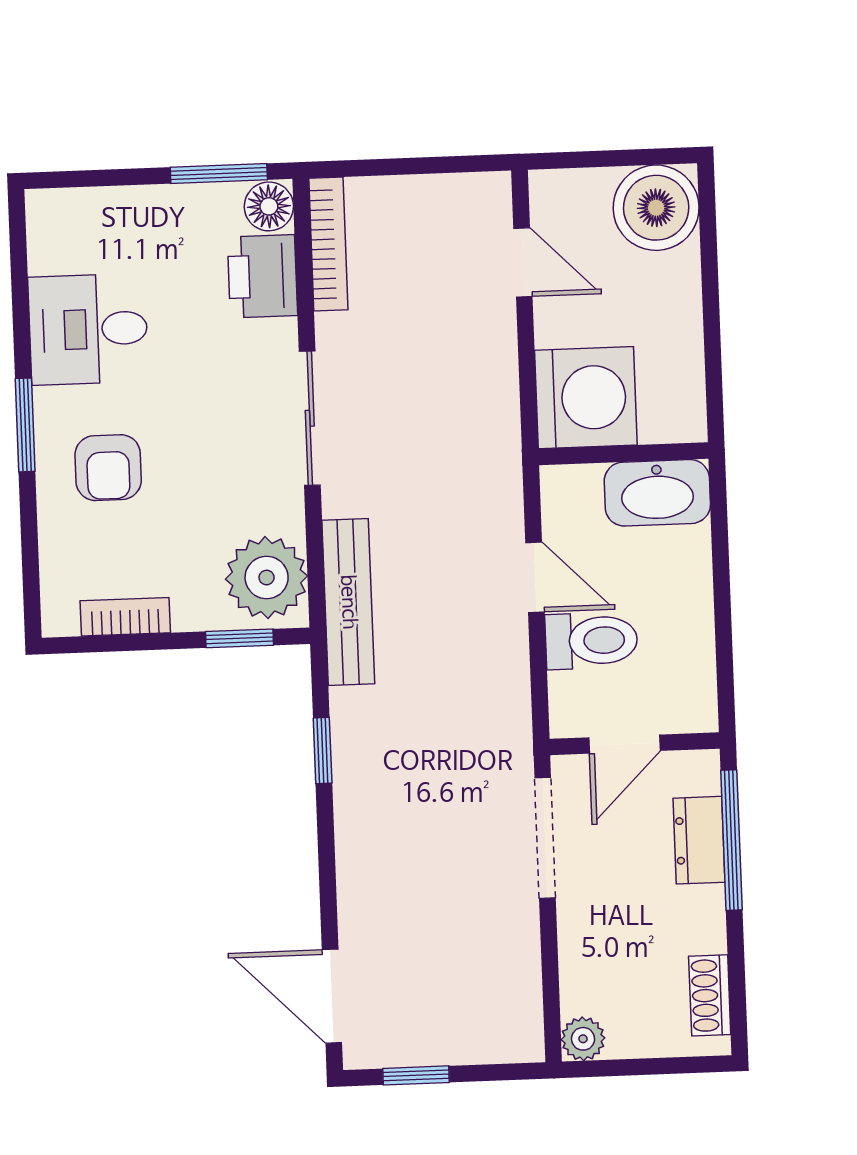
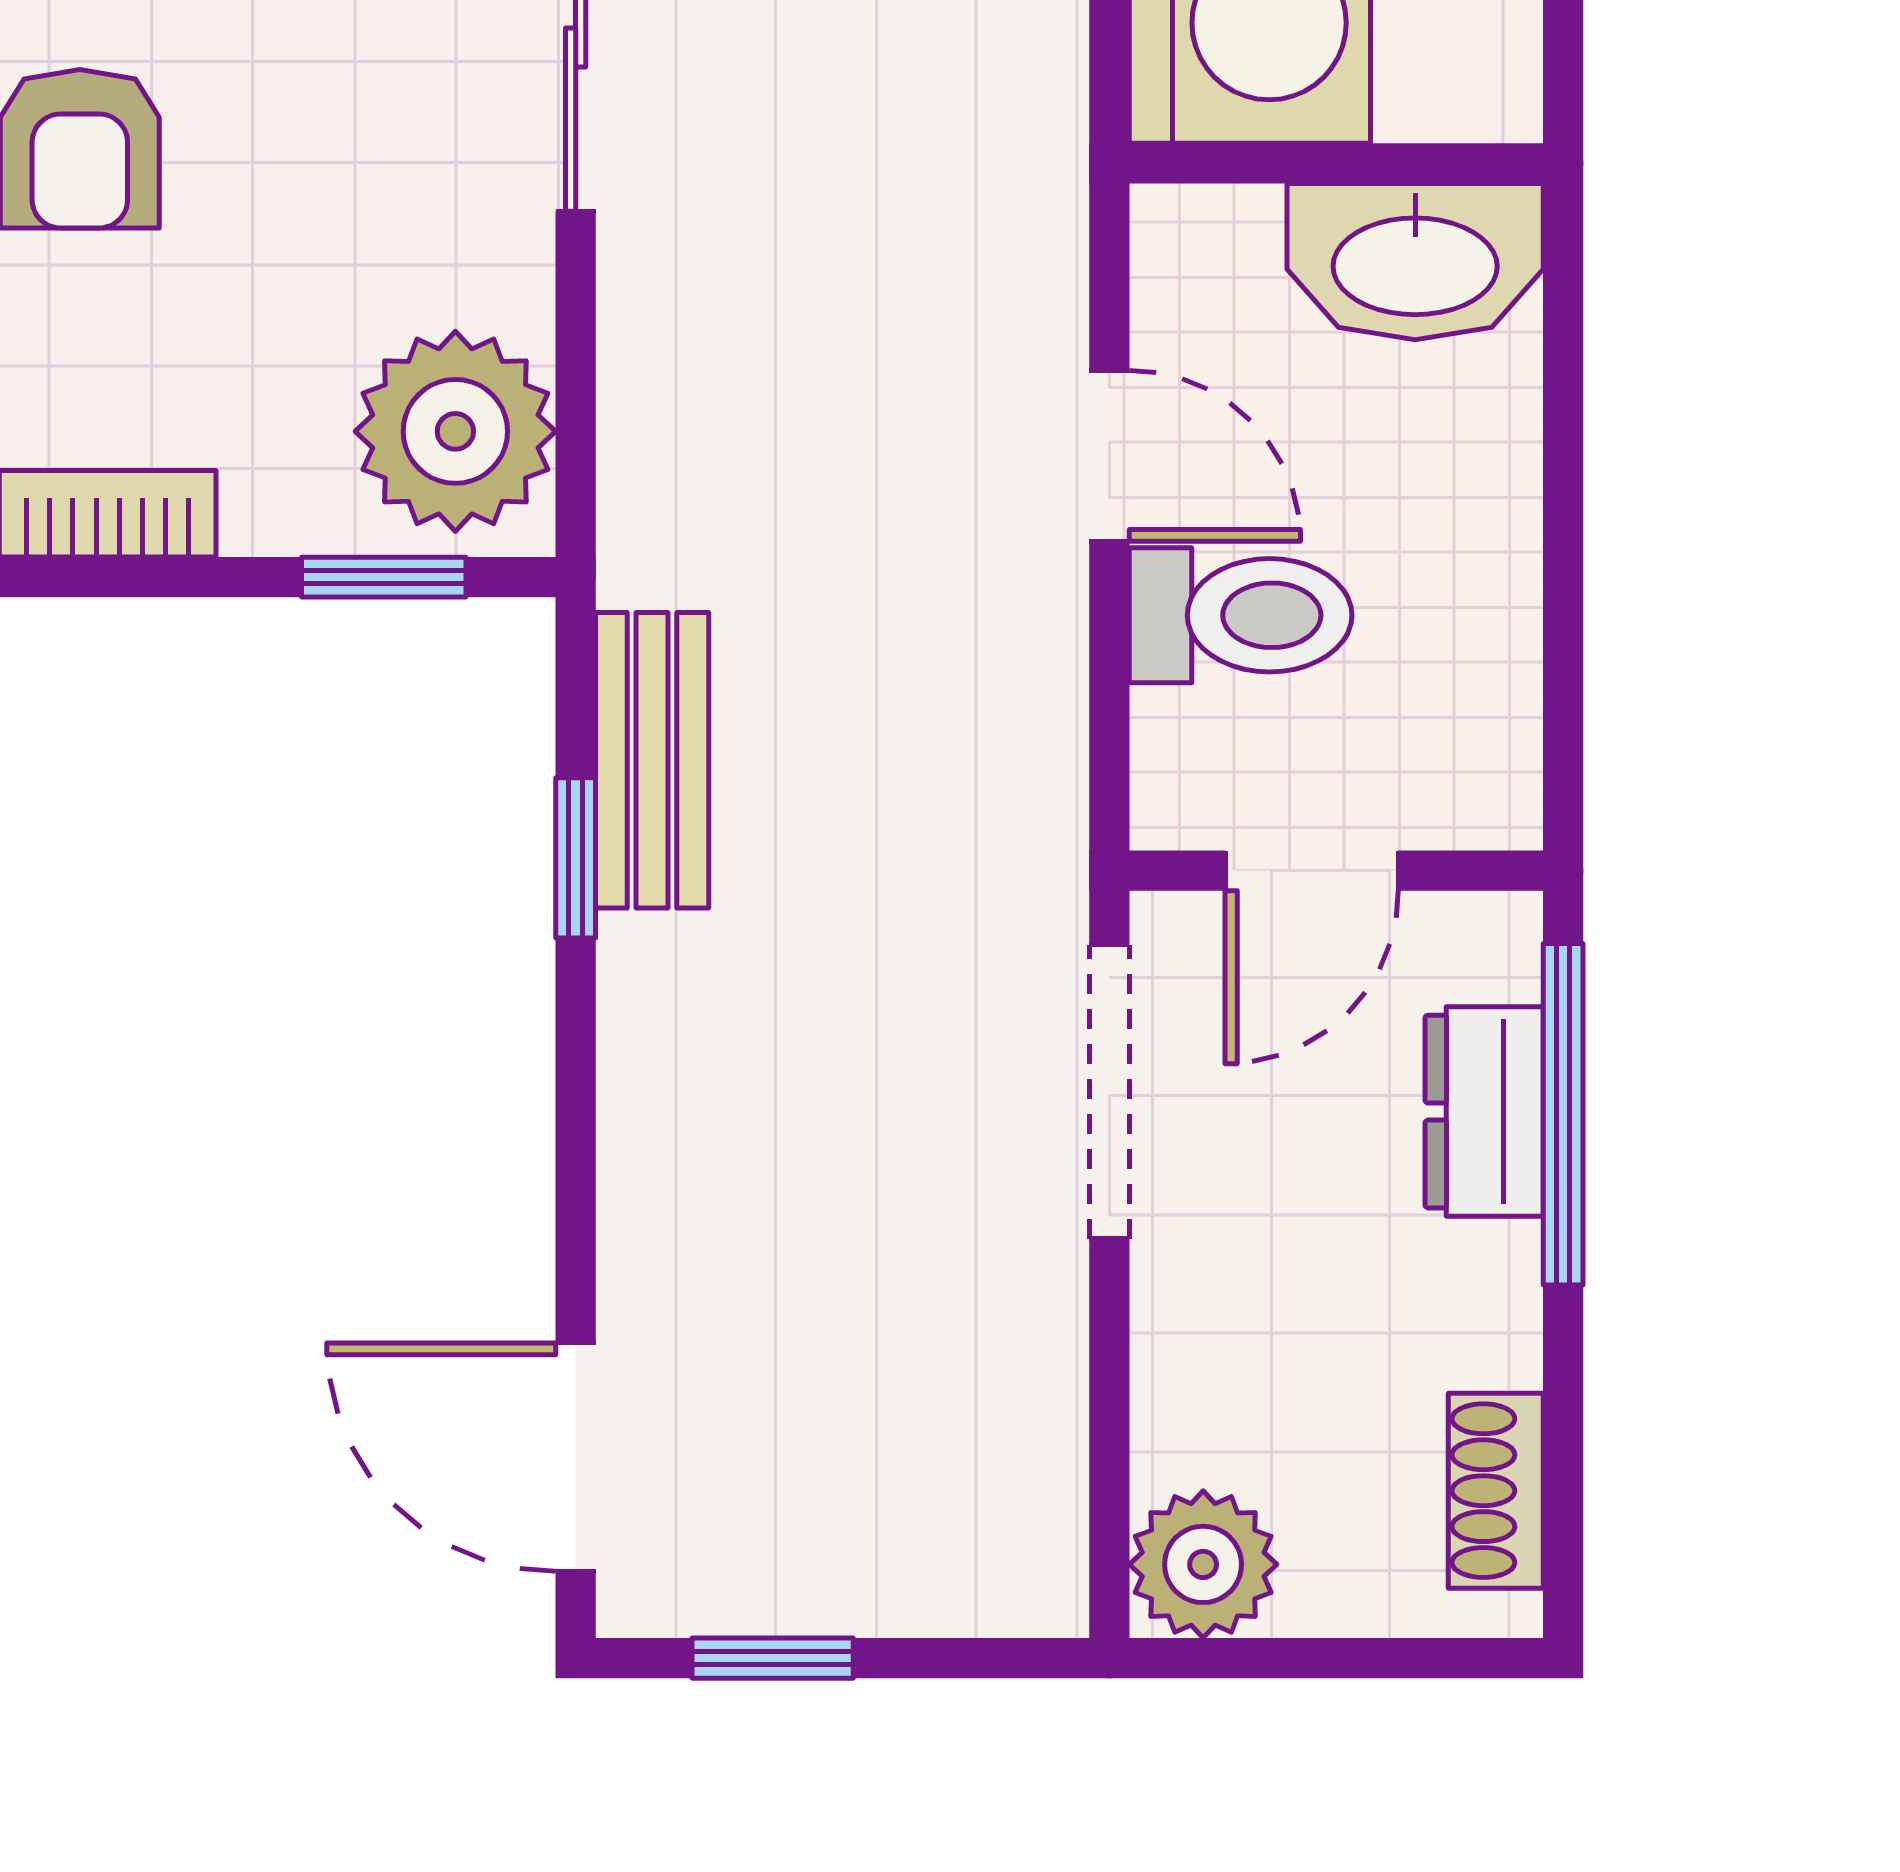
bench: (348, 602) -> (652, 760), moved, width x0.73
plant: (583, 1039) -> (1203, 1564), width x1.38, depth x1.38

